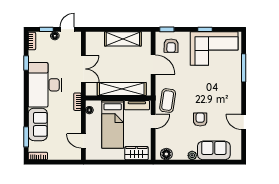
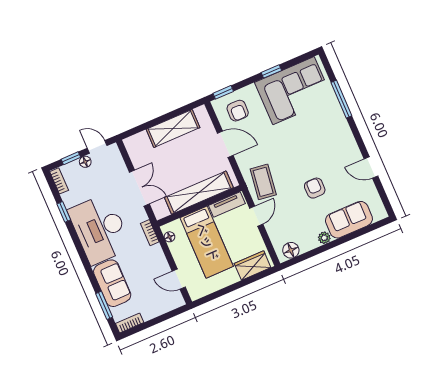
door: (67, 29) -> (97, 147), hinge flipped

